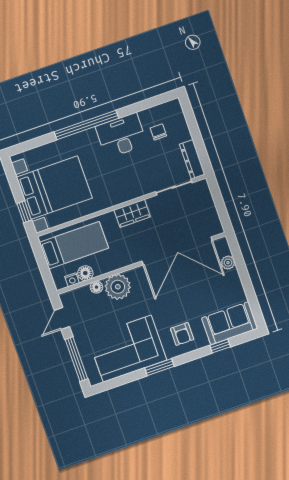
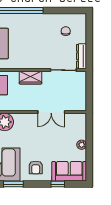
desk: (121, 136) -> (41, 25), removed
double door: (177, 251) -> (51, 112), width x0.54
plant: (228, 263) -> (82, 145), moved

